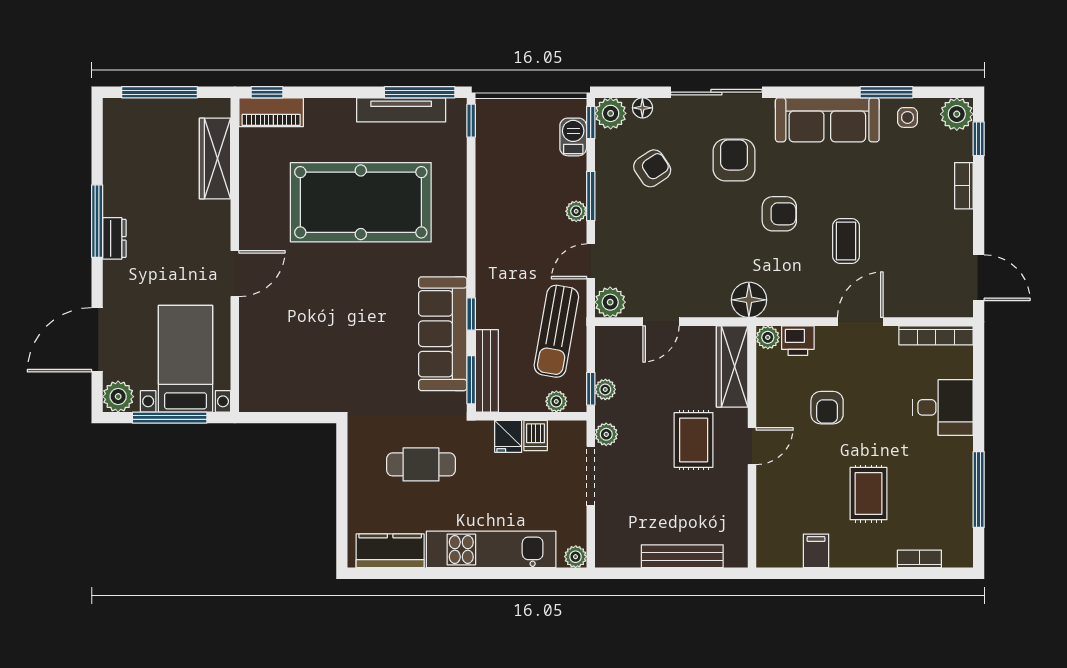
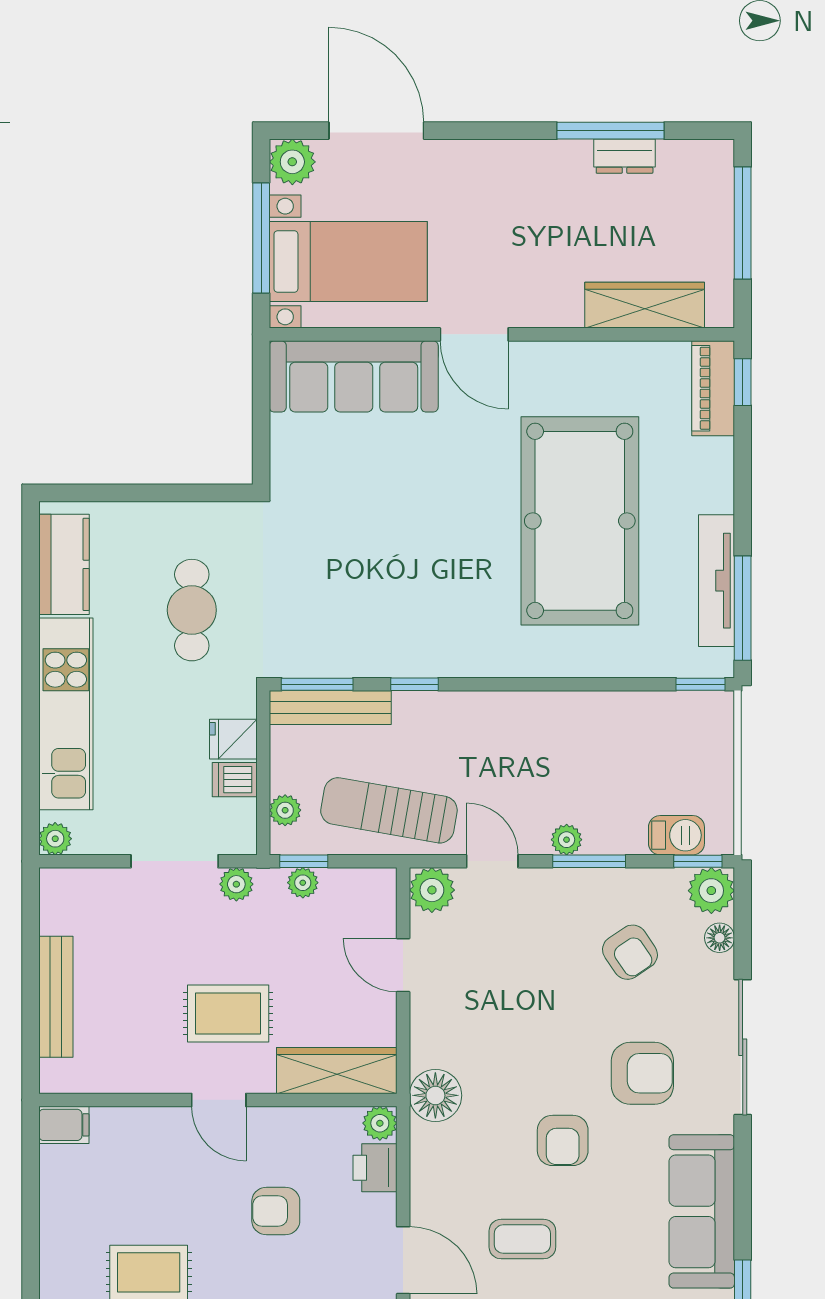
window: (97, 221) -> (611, 131), moved
dresser: (114, 238) -> (625, 156), moved
sofa: (443, 334) -> (354, 376), moved, turned 180
filing cabinet: (816, 551) -> (64, 1125), moved

